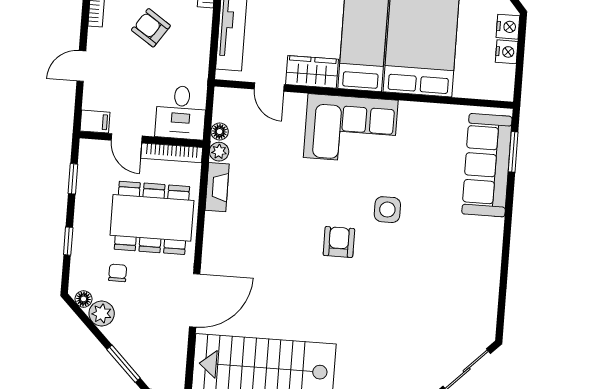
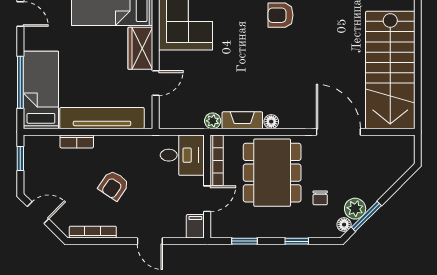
floor lamp: (220, 132) -> (271, 122), moved
chair: (118, 273) -> (320, 198), turned -90
window: (124, 364) -> (366, 216), moved

